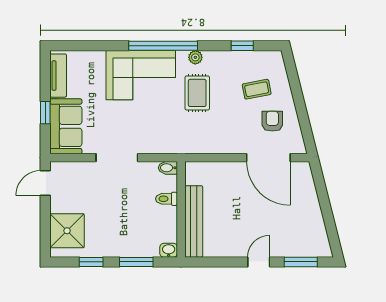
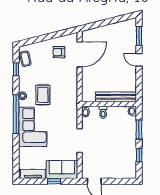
coffee table: (257, 89) -> (25, 59), moved
rug: (197, 93) -> (43, 95), turned 90
shower: (67, 231) -> (121, 169), removed

